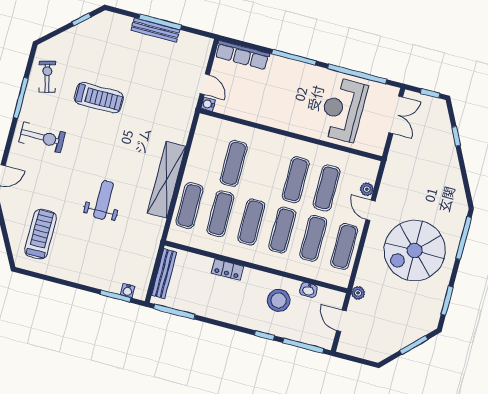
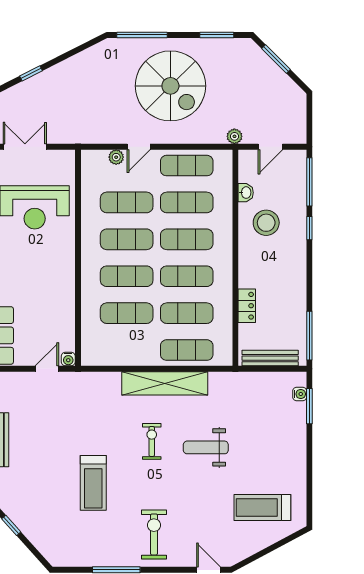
exercise bike: (47, 77) -> (152, 441), moved, turned 104
treadmill: (99, 98) -> (93, 483), turned 180
exercise mat: (265, 172) -> (127, 276), added
locker: (227, 270) -> (247, 306), moved

